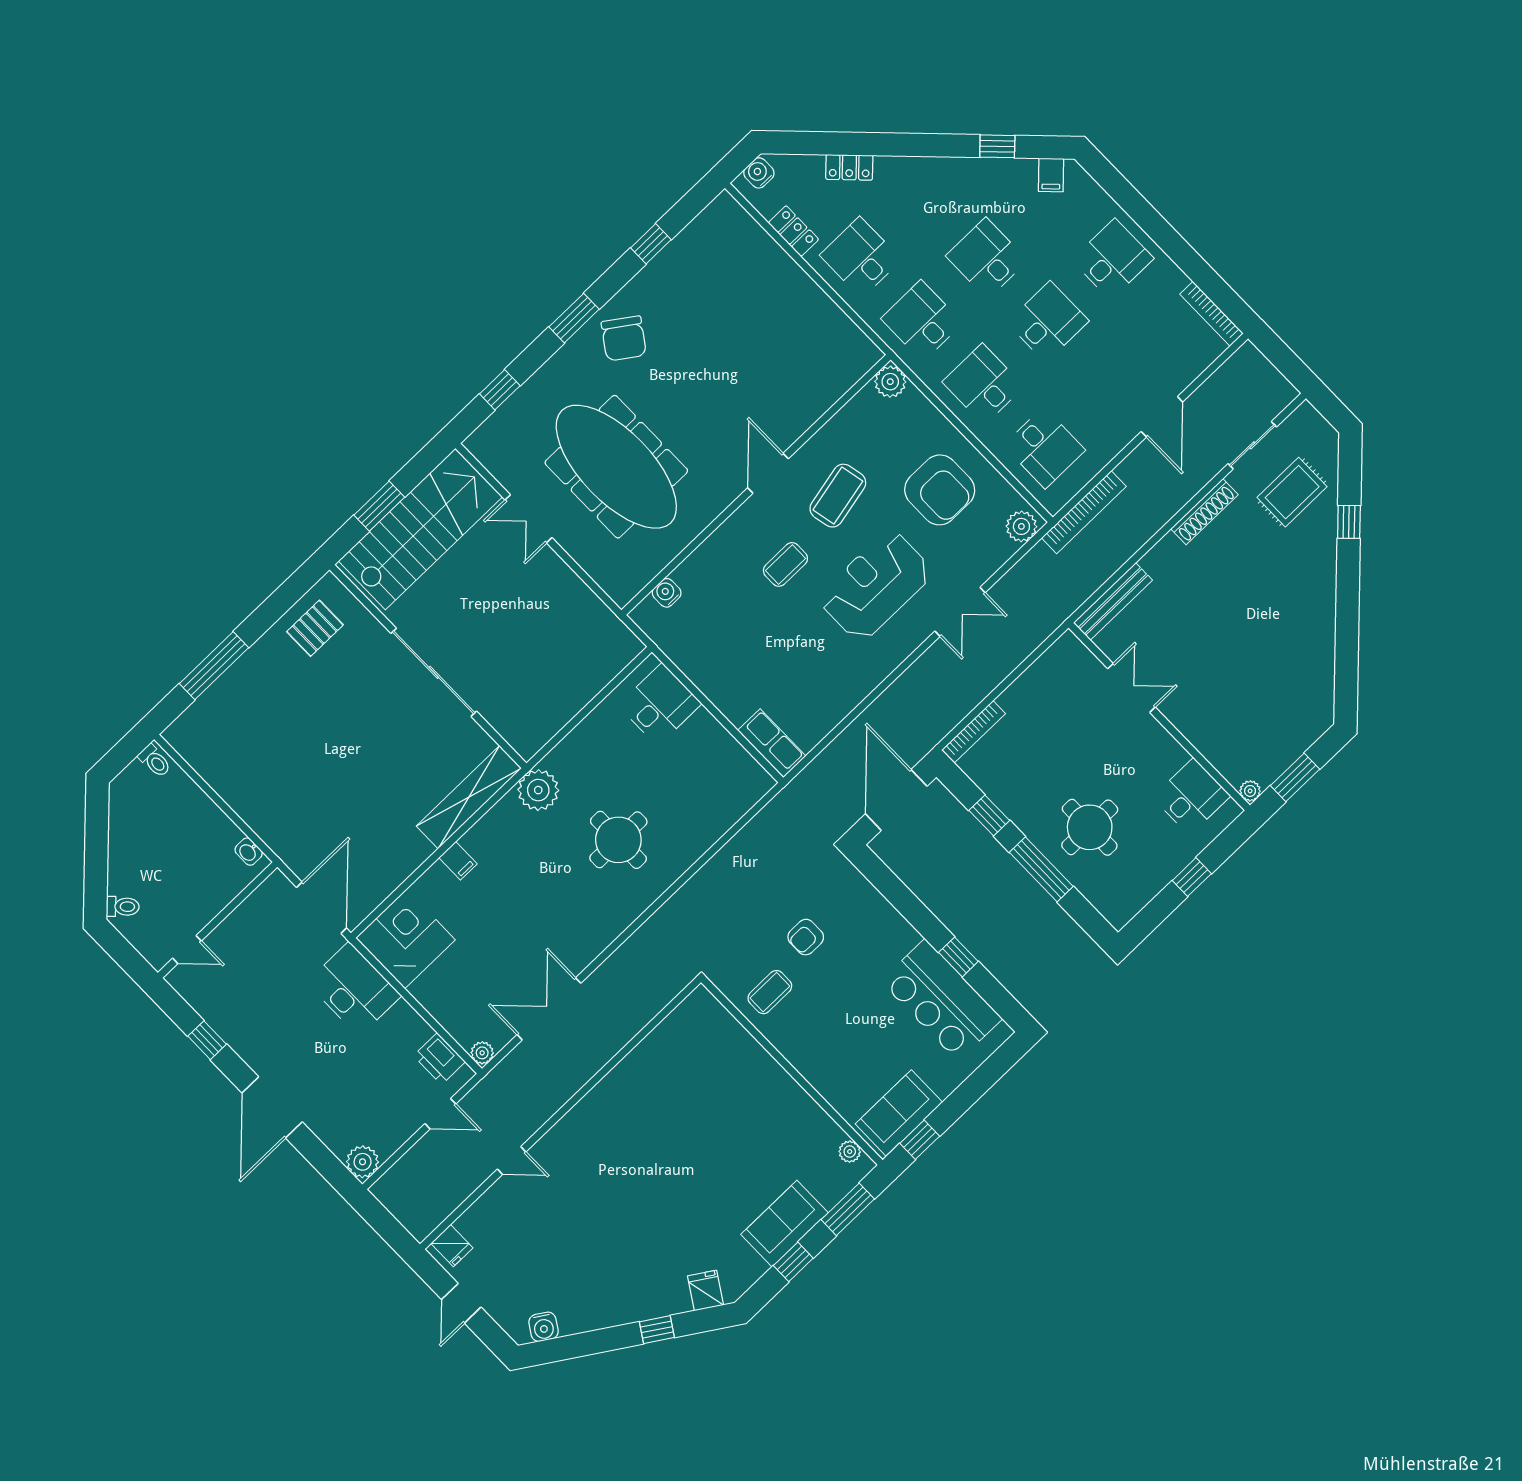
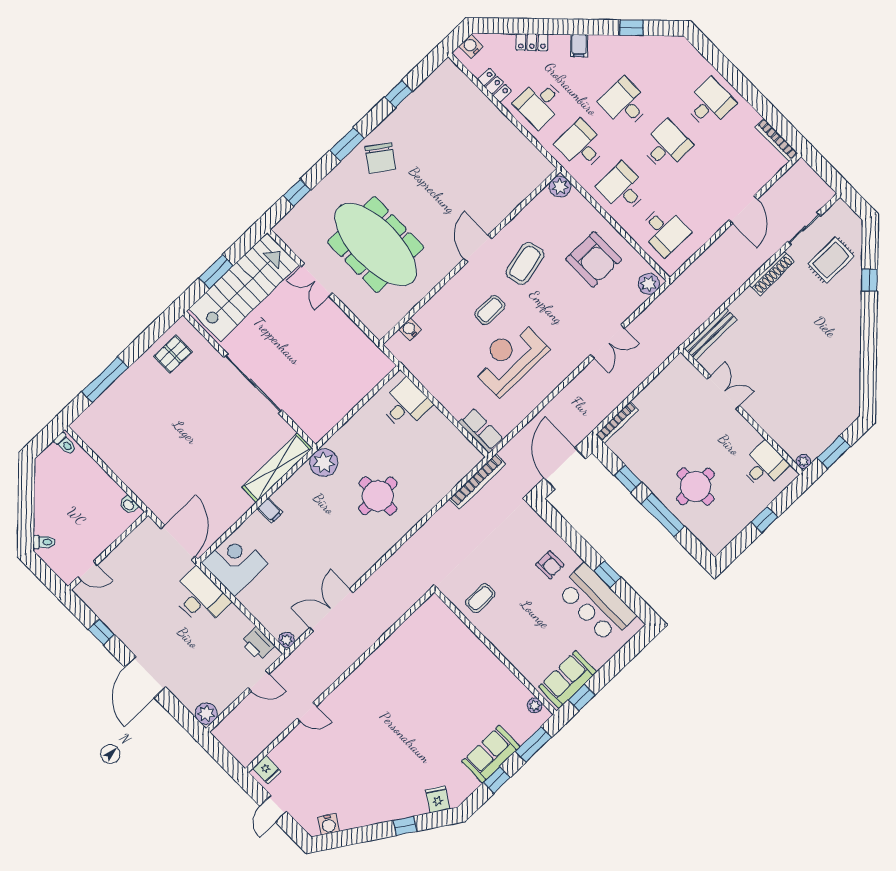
filing cabinet: (1051, 175) -> (579, 46), moved
desk: (861, 257) -> (540, 103), turned -90
bookcase: (1084, 512) -> (478, 481), moved
reception desk: (875, 586) -> (509, 358), moved
armchair: (806, 937) -> (550, 565), moved, turned -90

